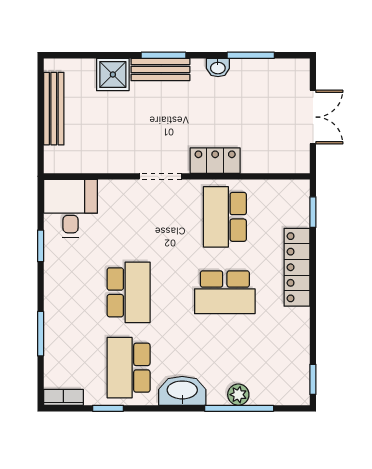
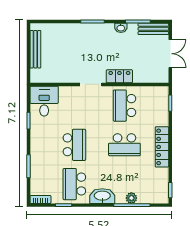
bench: (160, 69) -> (153, 29), moved
shower: (113, 74) -> (66, 31), removed
locker: (297, 267) -> (162, 147), moved

